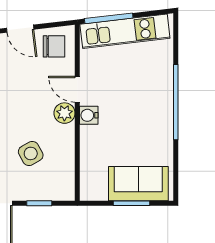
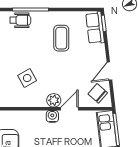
chair: (54, 46) -> (98, 93), turned 131

